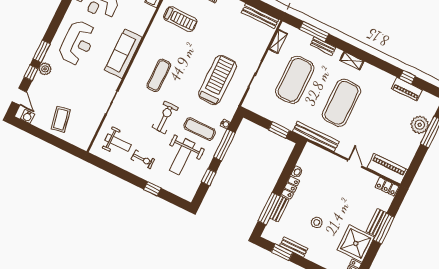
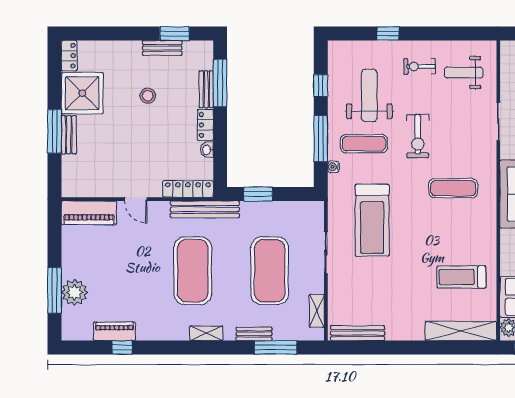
exercise mat: (159, 75) -> (453, 188), turned 90
locker: (387, 187) -> (188, 189), moved, width x1.53

